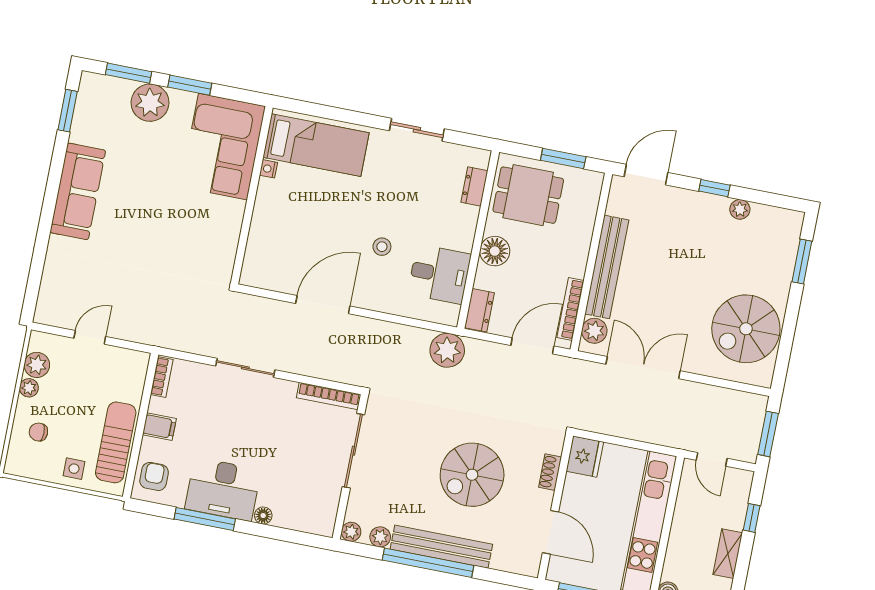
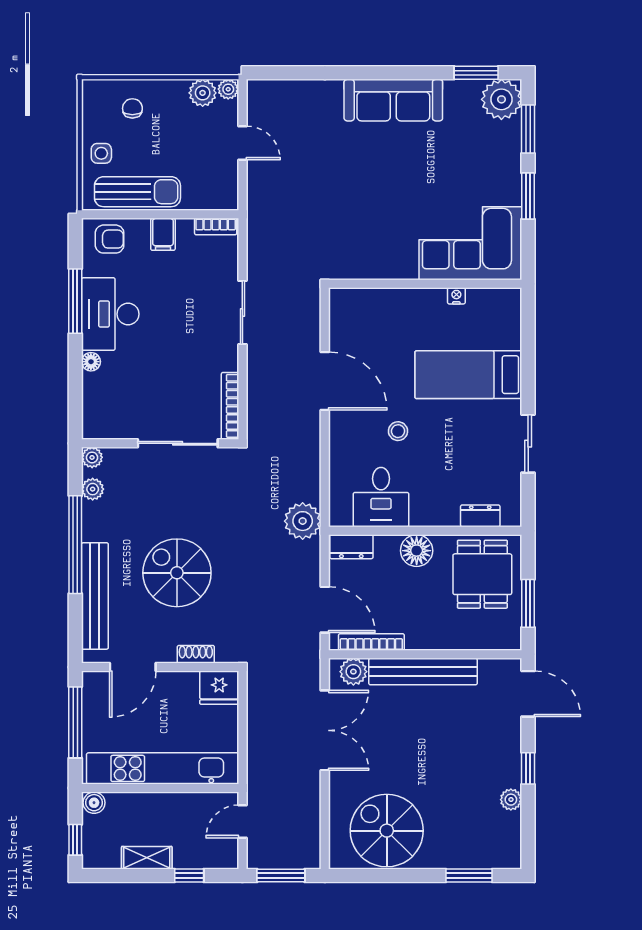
plant: (150, 103) -> (501, 99), moved
bed: (316, 145) -> (468, 375), moved, turned 90
plant: (29, 388) -> (228, 89), moved
bench: (441, 547) -> (95, 596), moved

